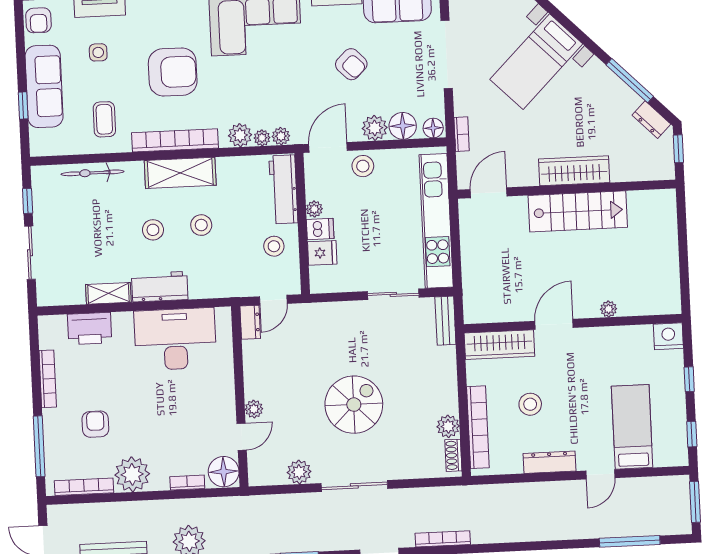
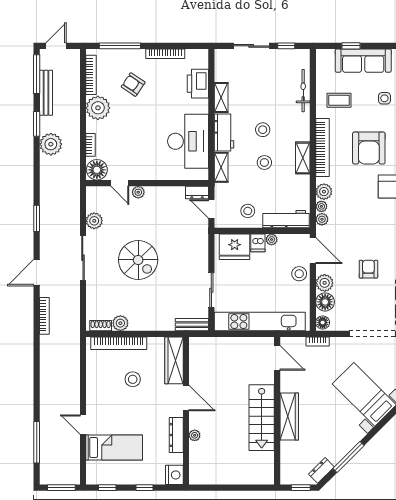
armchair: (351, 64) -> (368, 269), turned 134
shelving: (180, 173) -> (303, 158), width x0.67, depth x0.75
fridge: (322, 253) -> (235, 247), width x1.88, depth x1.34
shelving: (211, 289) -> (221, 167), added
armchair: (95, 424) -> (133, 85), turned -146
dresser: (549, 462) -> (176, 435), moved, turned 180

